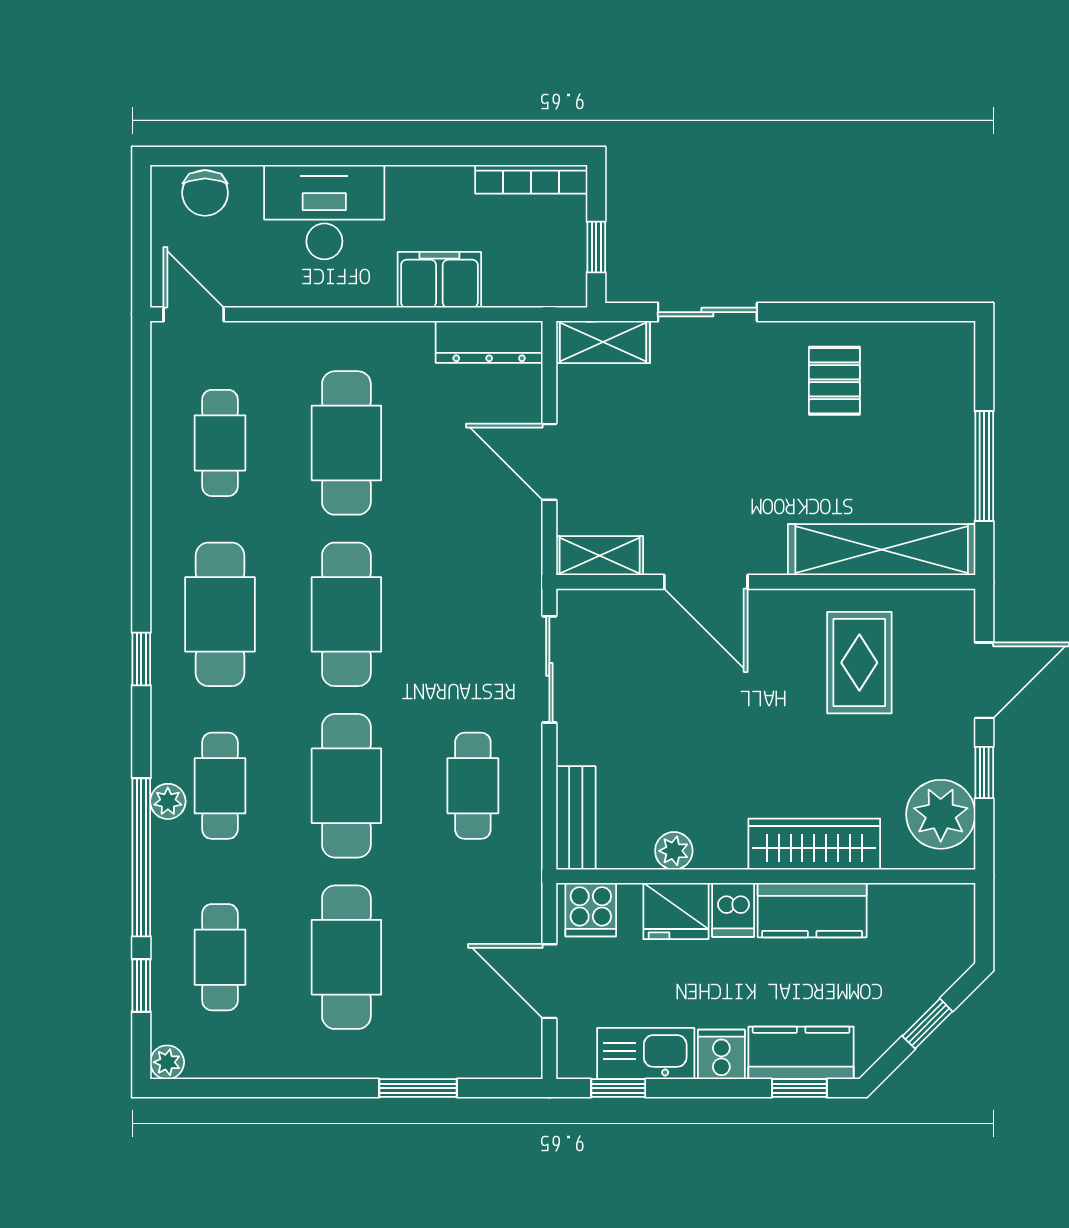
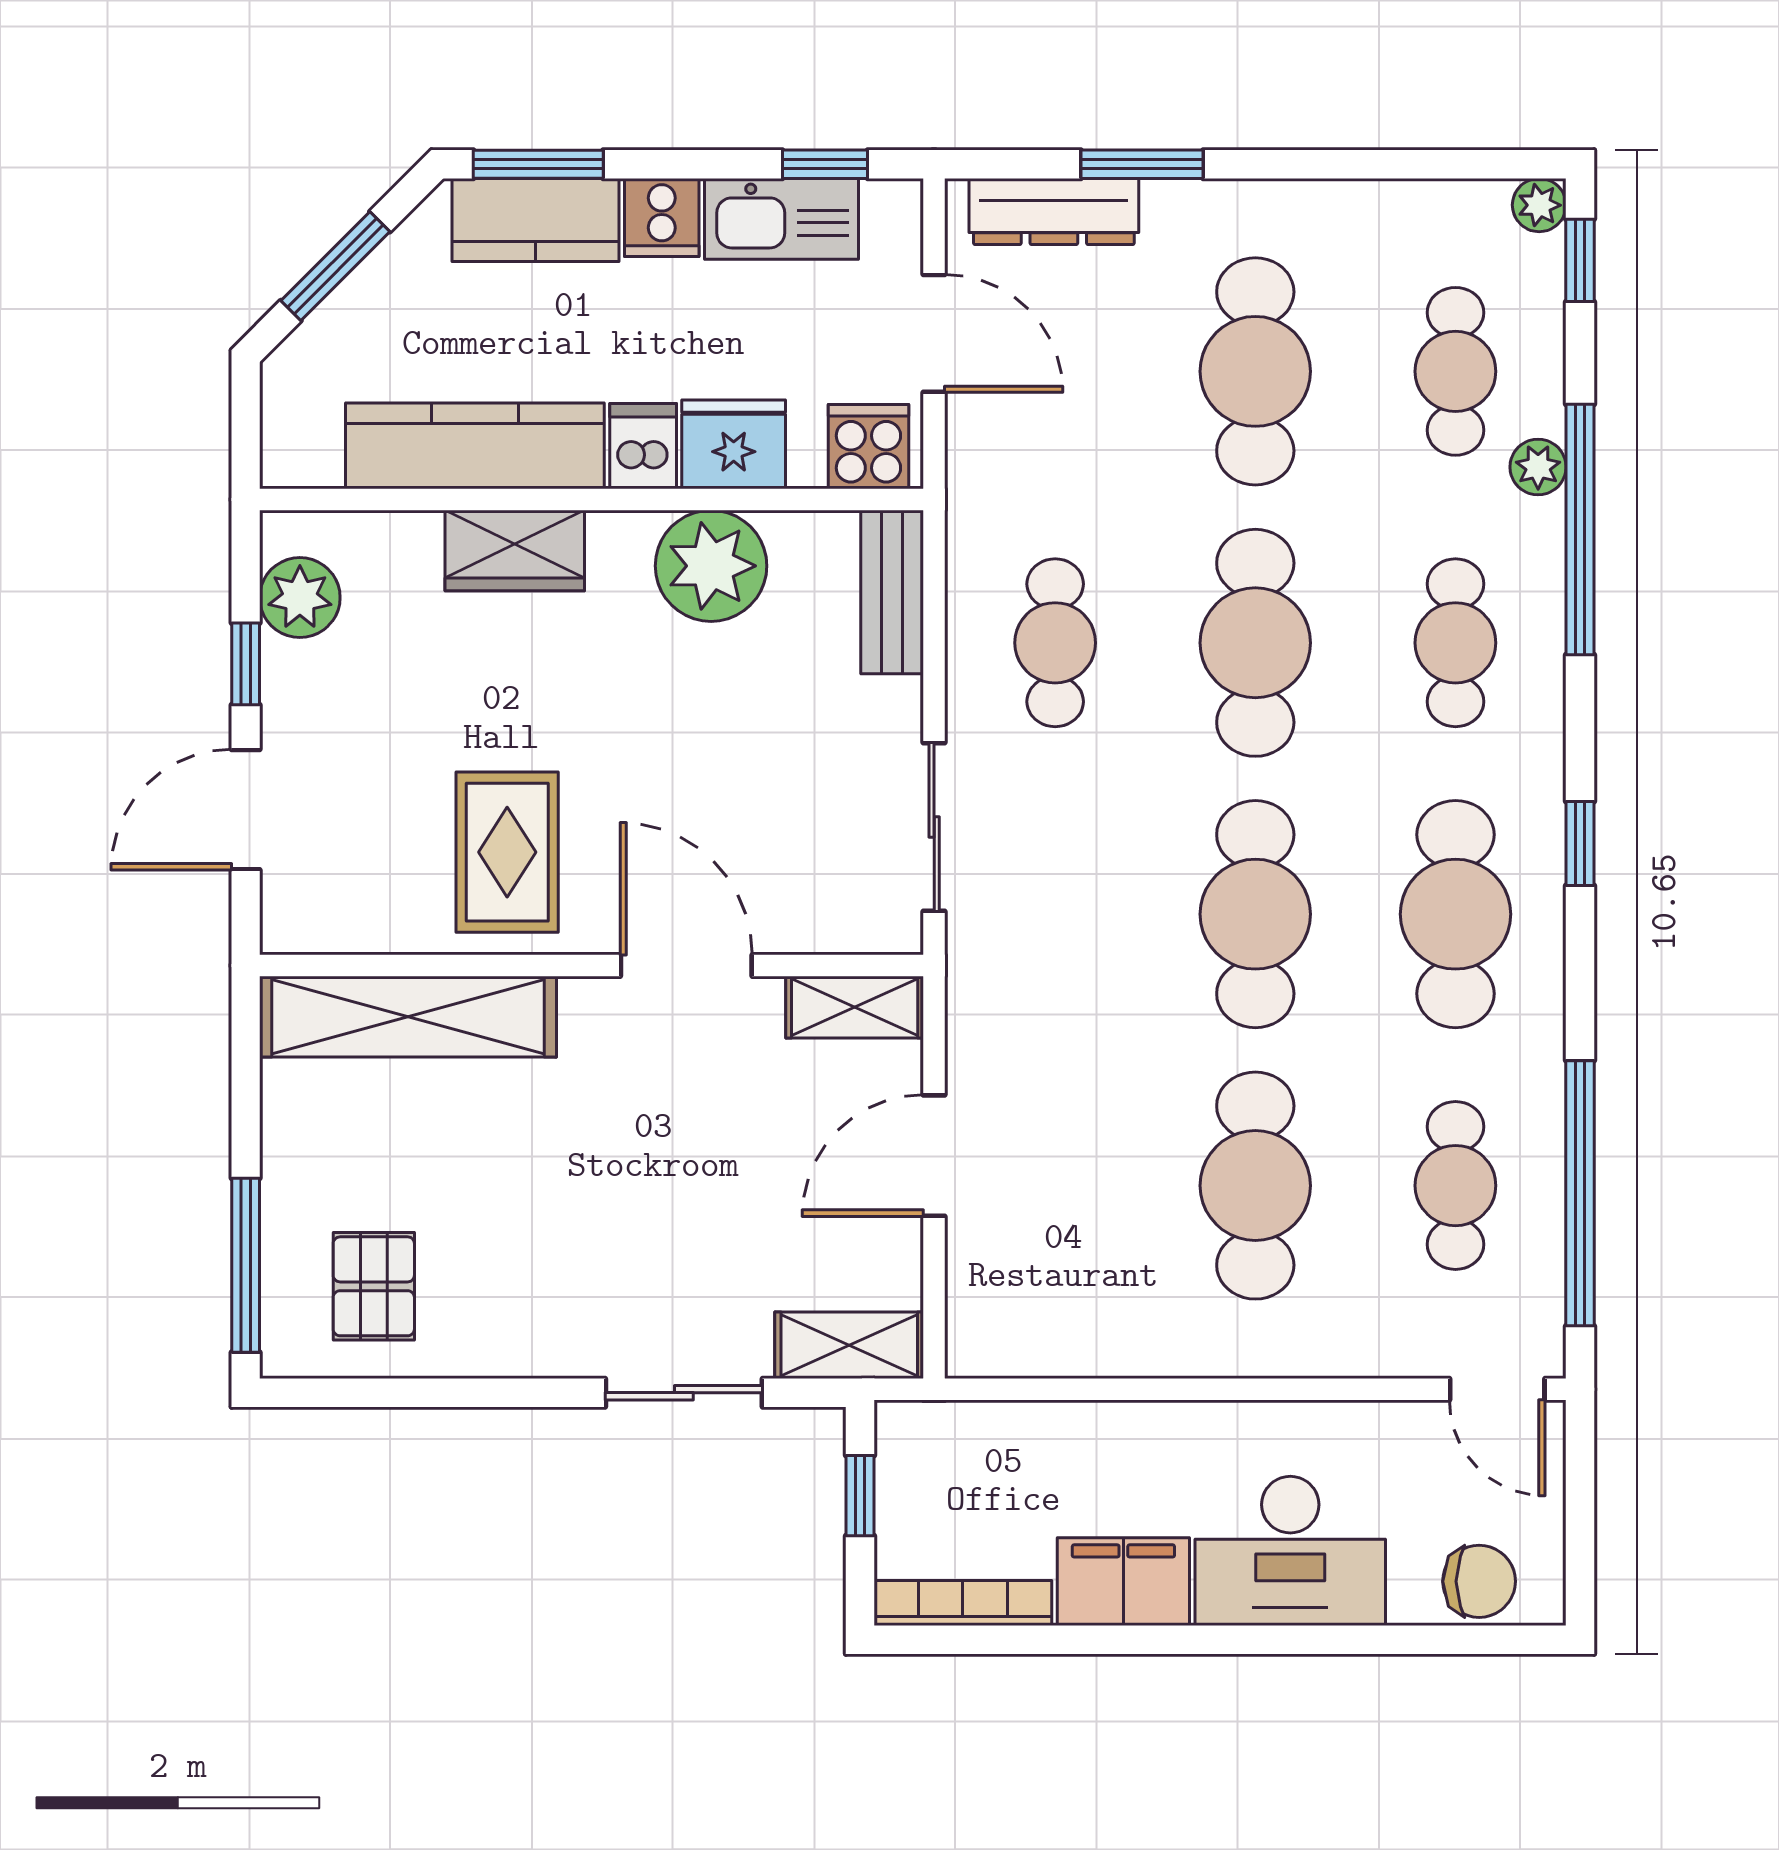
chair: (205, 193) -> (1479, 1581), turned 90
filing cabinet: (439, 280) -> (1123, 1582), moved, turned 180
dresser: (489, 342) -> (1054, 211), moved, turned 180
pallet: (834, 381) -> (374, 1286), moved
window: (141, 438) -> (1580, 1193), added
door: (549, 462) -> (934, 1156), swing flipped
window: (984, 466) -> (246, 1265), moved
rug: (859, 663) -> (507, 852), moved
plant: (168, 801) -> (1538, 467), moved
plant: (941, 814) -> (300, 598), width x0.73, depth x0.73
wardrobe: (814, 844) -> (515, 551), width x0.67
plant: (674, 851) -> (711, 566), width x1.88, depth x1.88
kitchen counter: (812, 910) -> (475, 446), width x1.50
window: (141, 986) -> (1580, 260), moved
window: (927, 1024) -> (335, 266), width x1.50
window: (799, 1088) -> (538, 164), width x1.50

